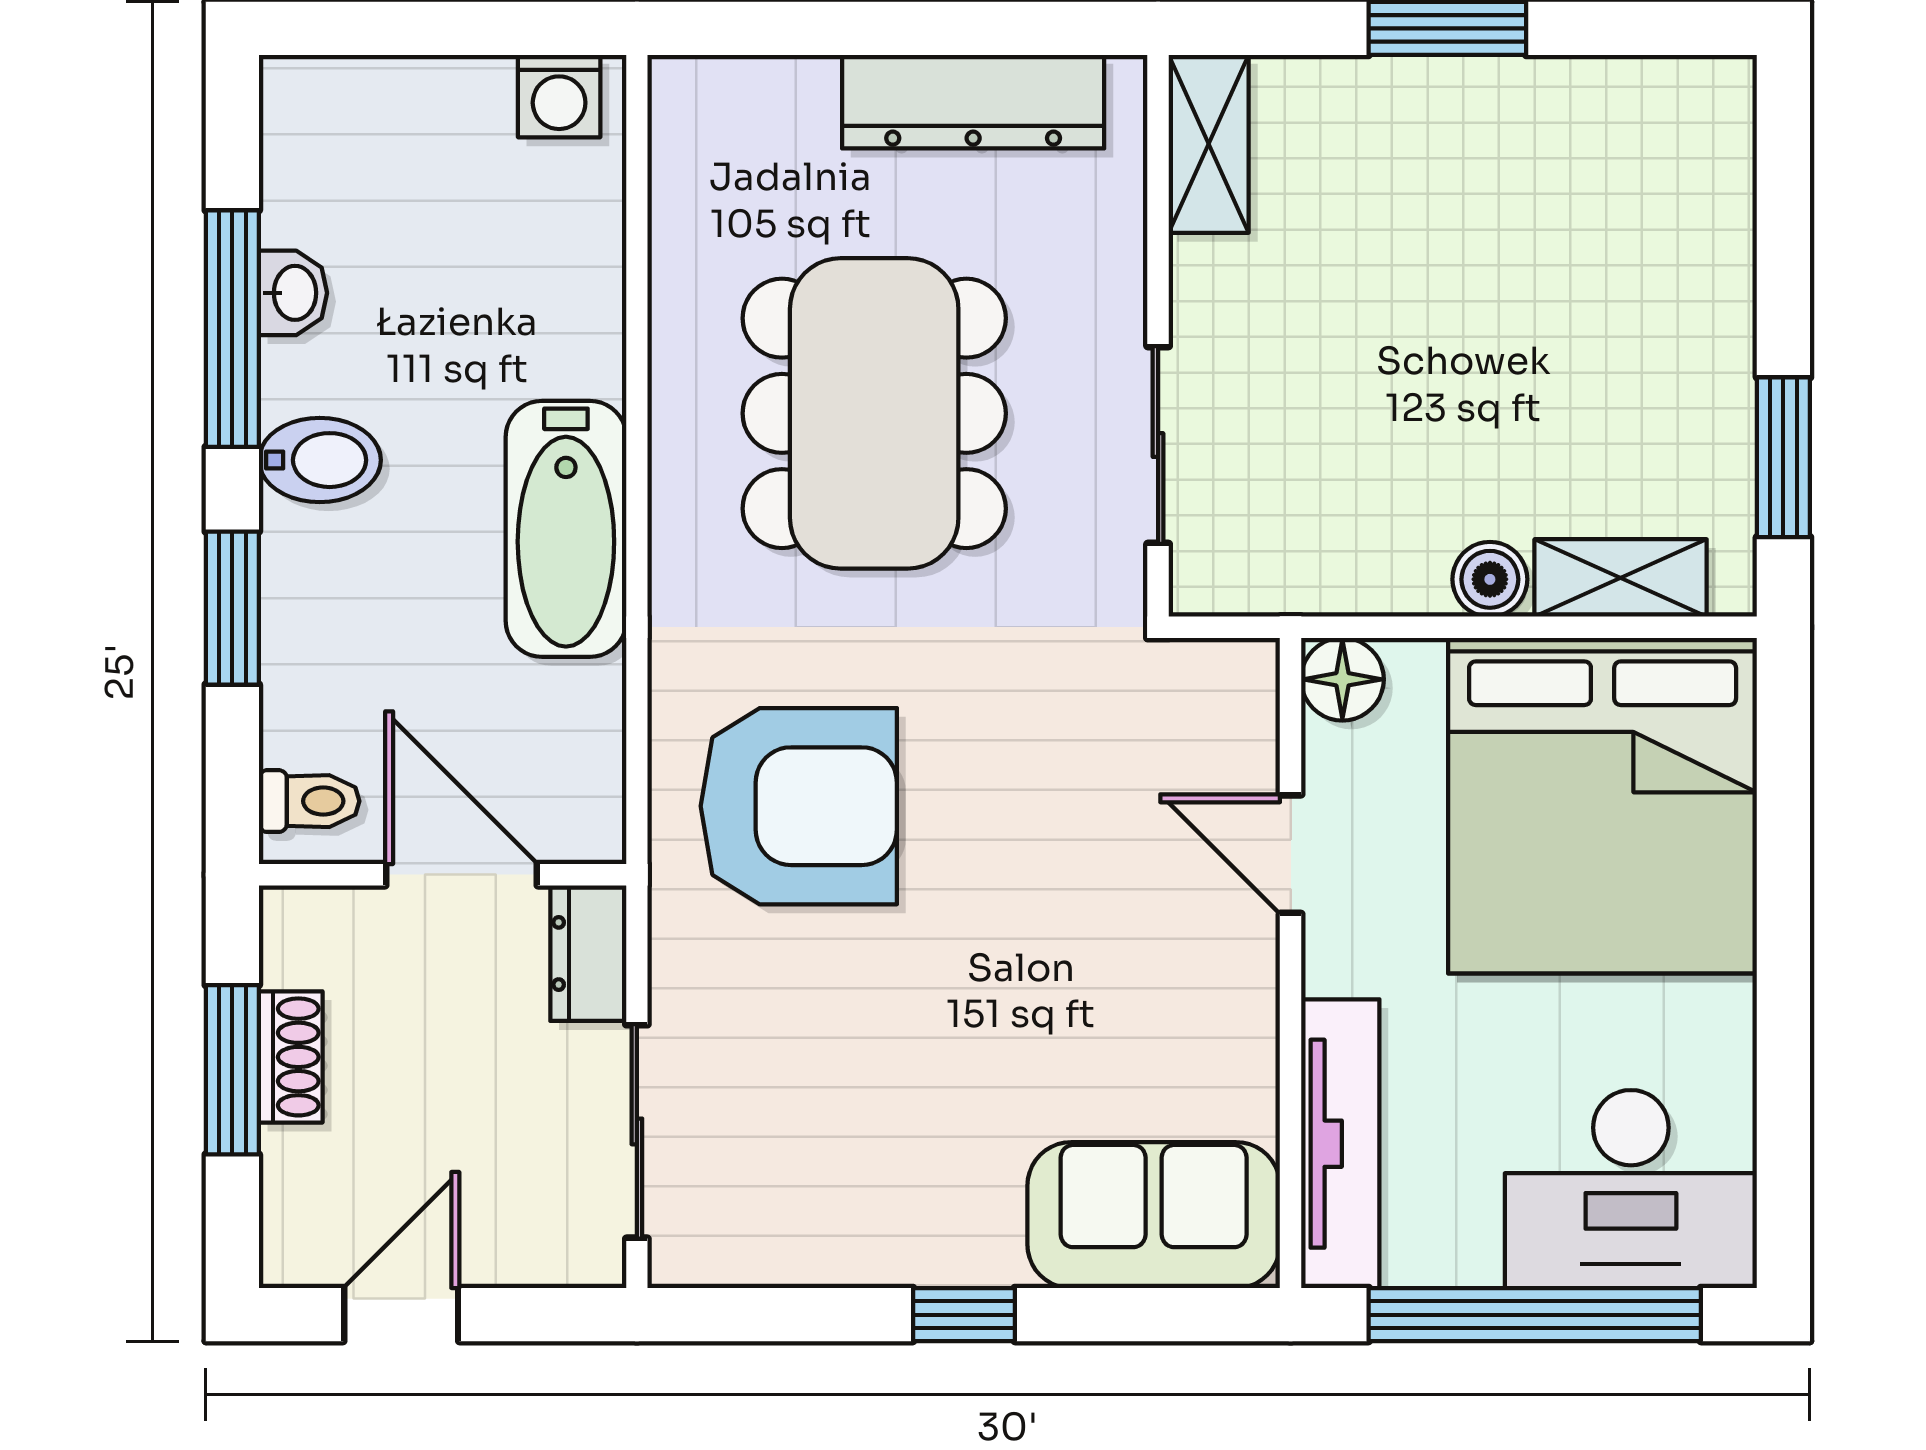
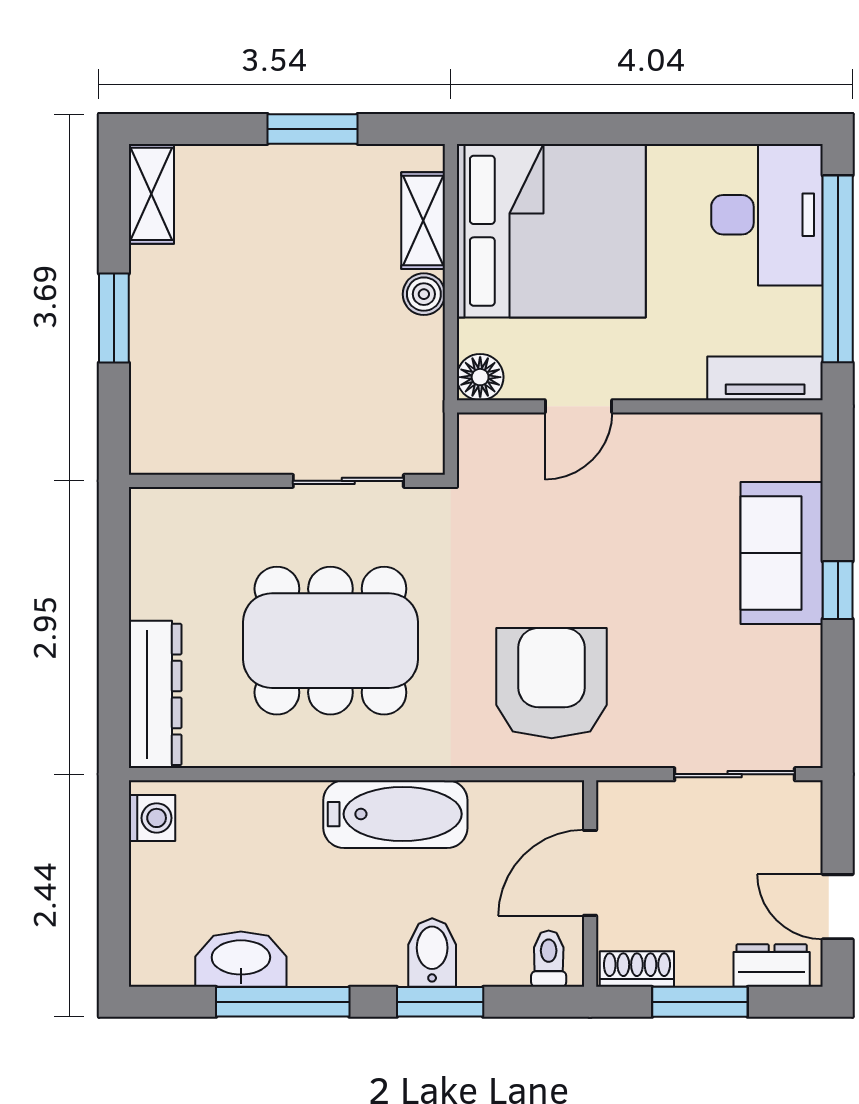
dresser: (973, 102) -> (155, 694), moved
shelving: (1209, 144) -> (151, 194), moved, turned 90
washbasin: (293, 293) -> (241, 959), width x1.91, depth x1.45
window: (1783, 457) -> (313, 129), moved
bidet: (320, 460) -> (432, 953), moved
dresser: (588, 953) -> (772, 966), moved, turned 180
shoe rack: (291, 1057) -> (637, 969), moved
tv unit: (1340, 1144) -> (765, 378), width x0.71
sofa: (1154, 1215) -> (782, 553), moved

